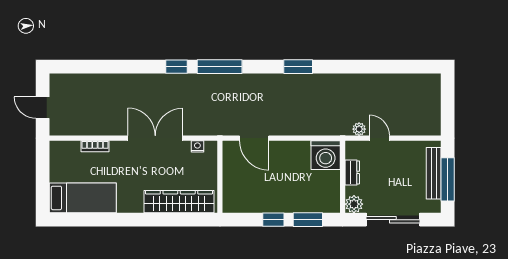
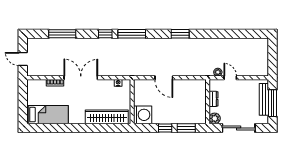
window: (107, 67) -> (62, 34), added
double door: (155, 138) -> (81, 78), moved
door: (254, 138) -> (164, 78), moved
washing machine: (326, 155) -> (143, 115), moved, turned -90

